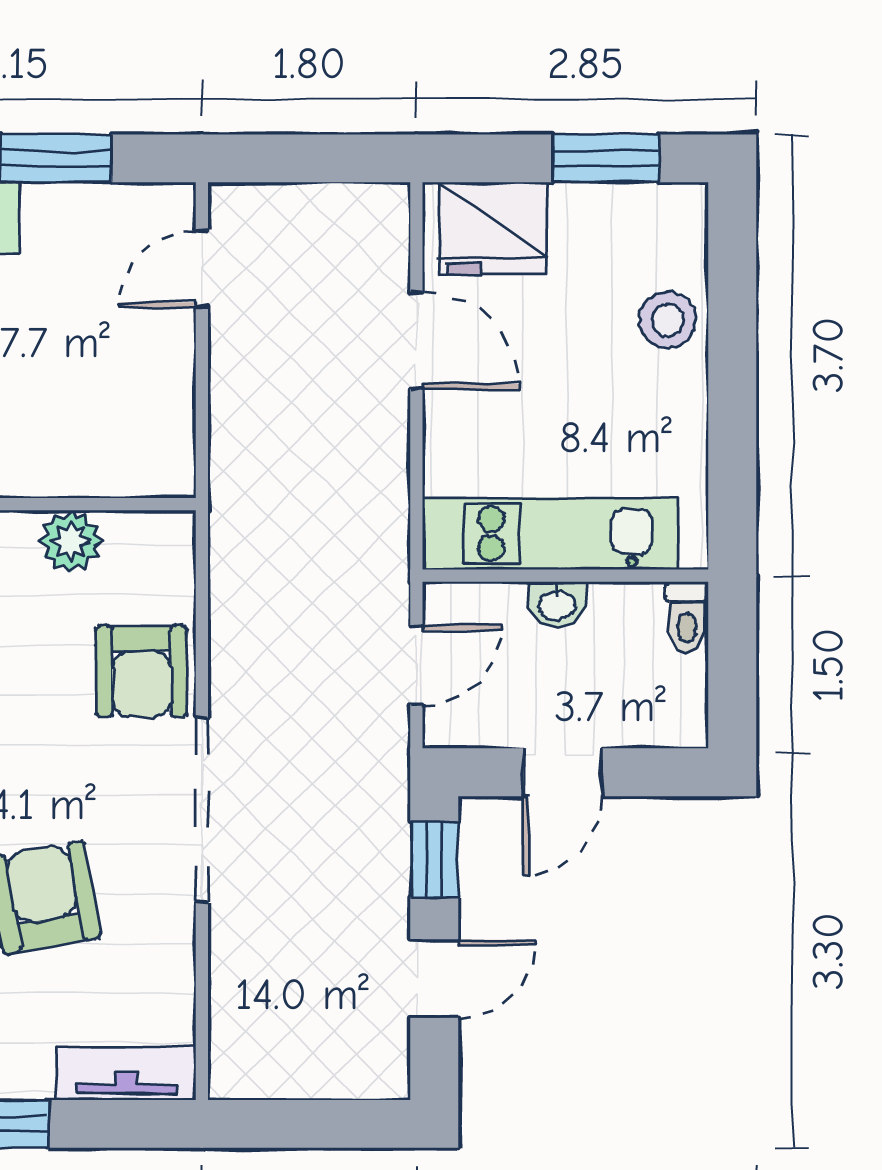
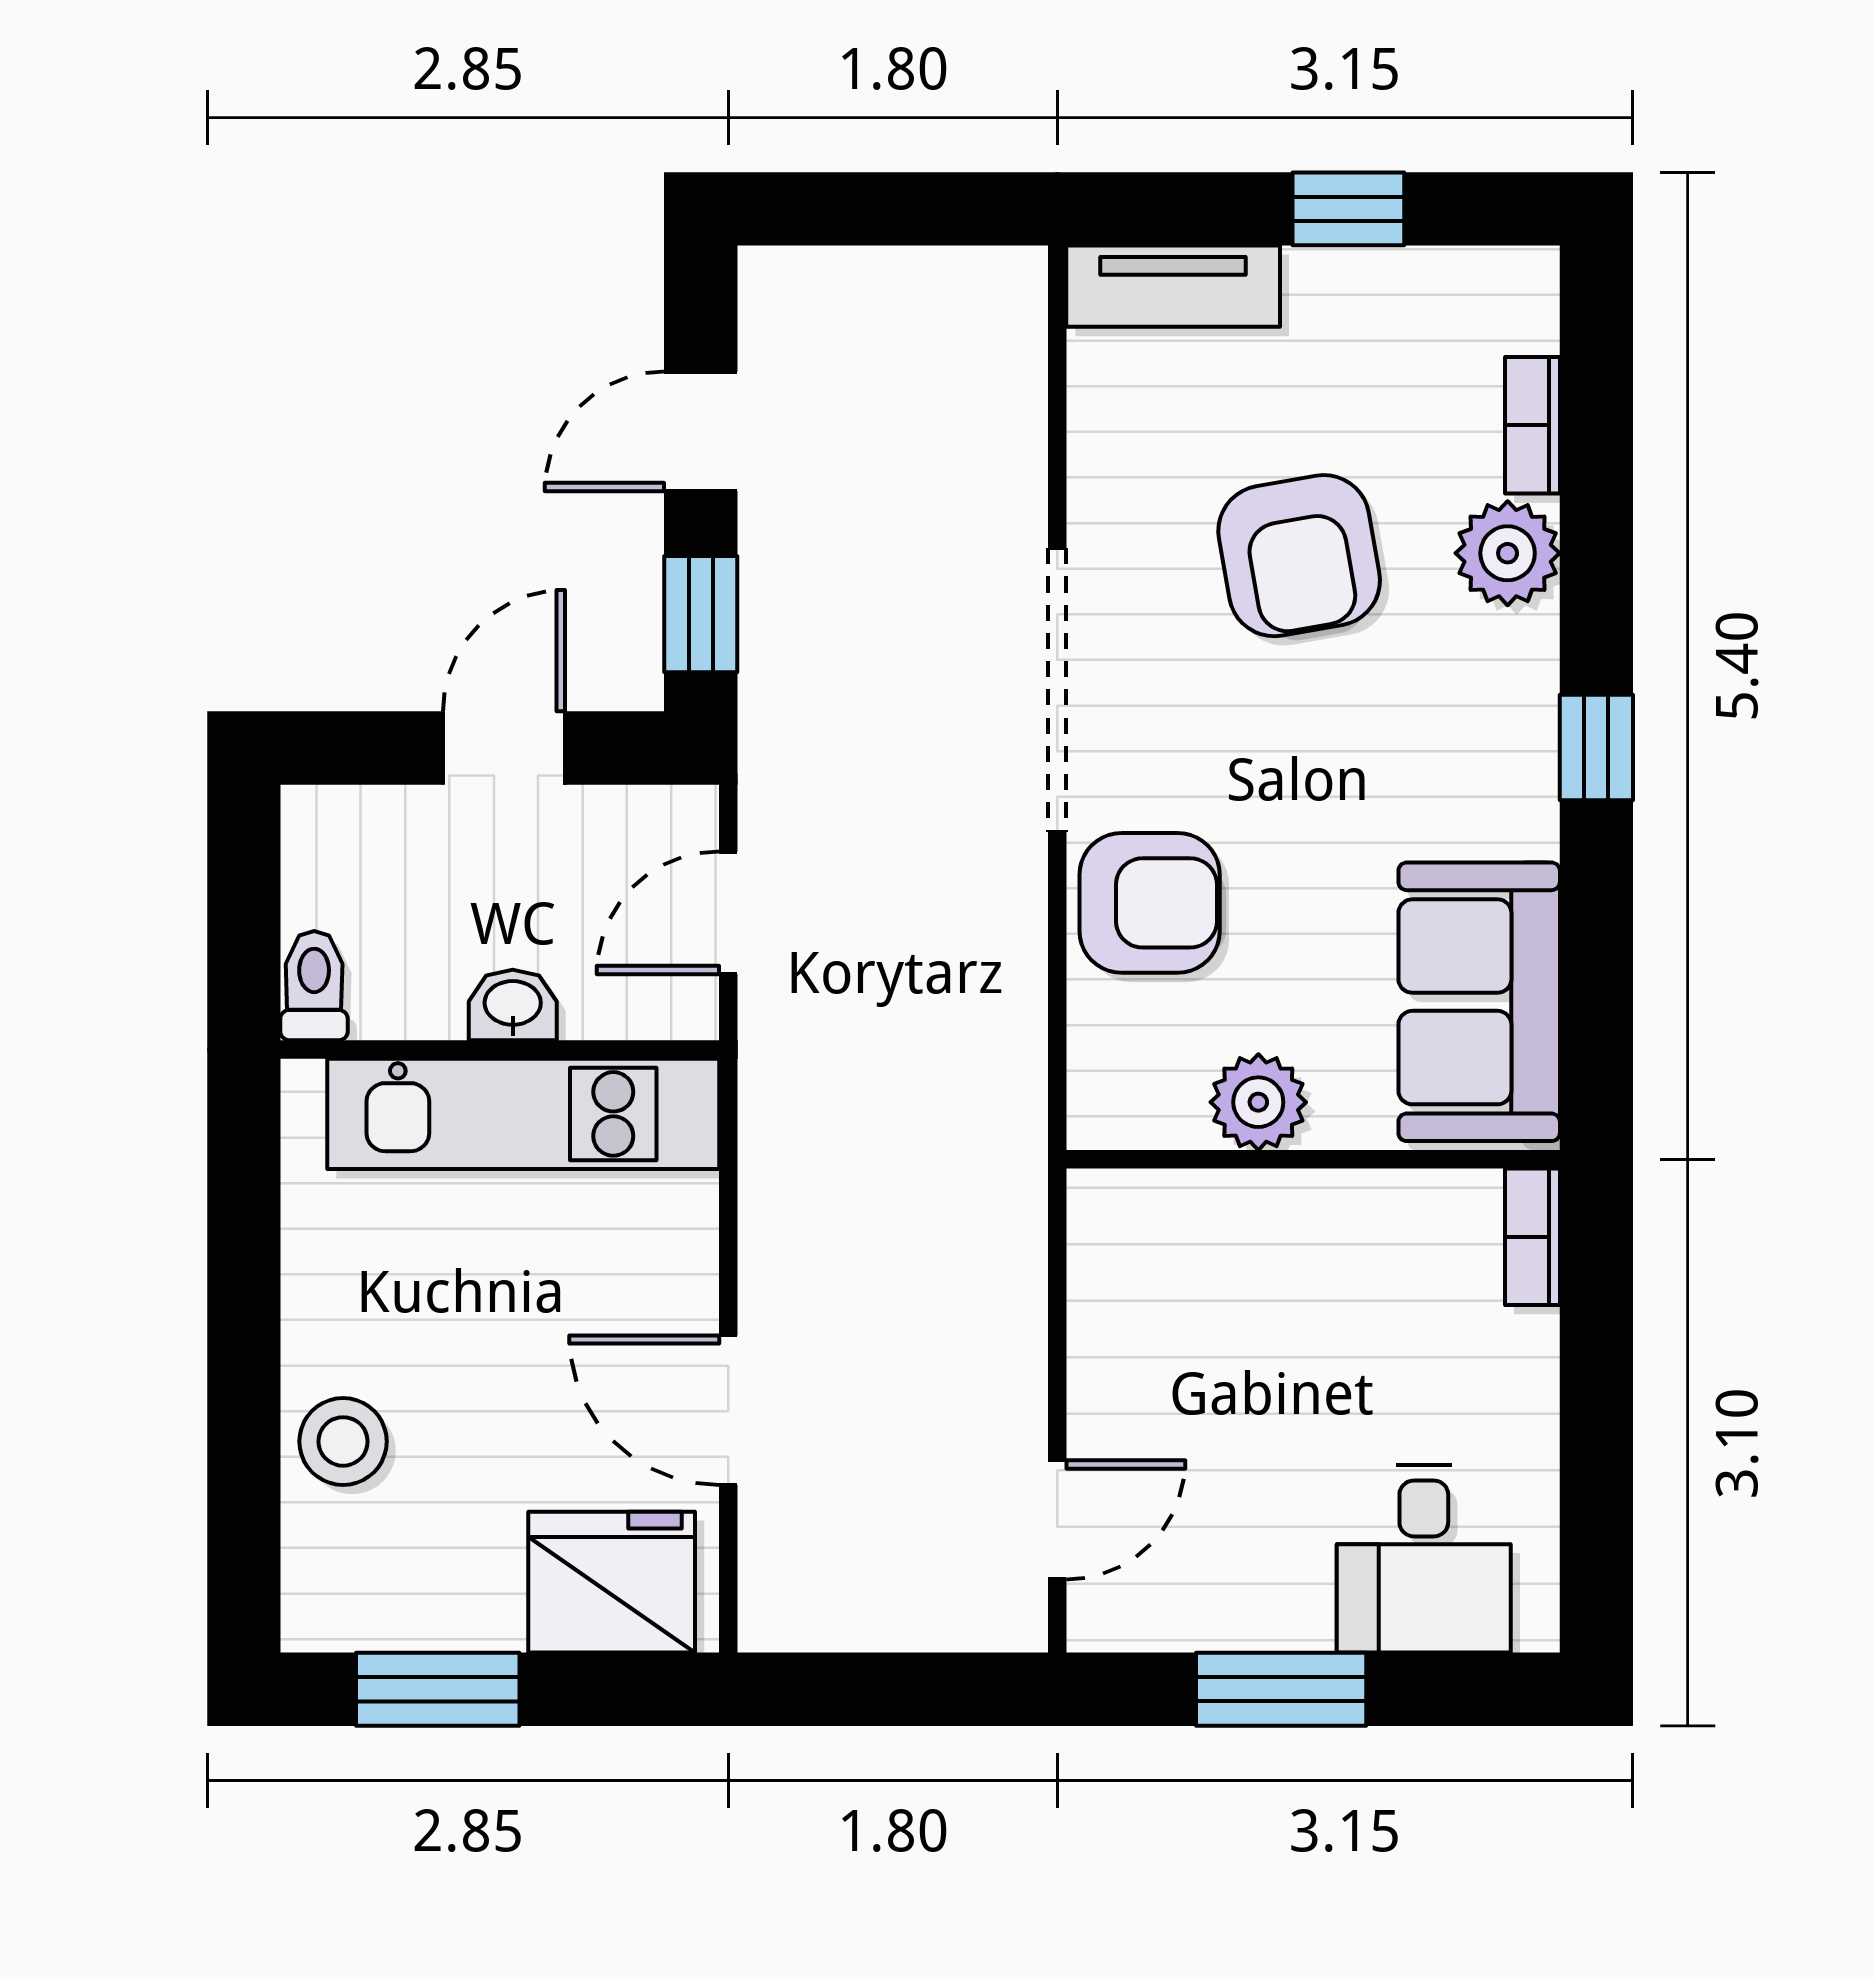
armchair: (142, 671) -> (1150, 903), turned 90

